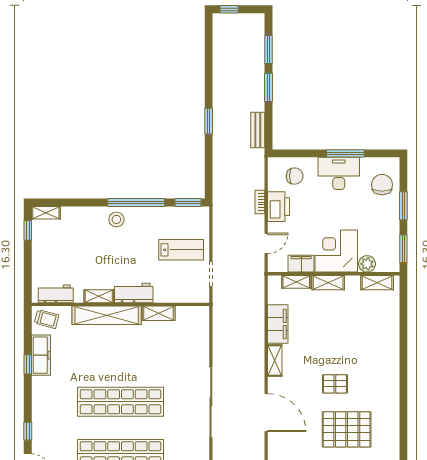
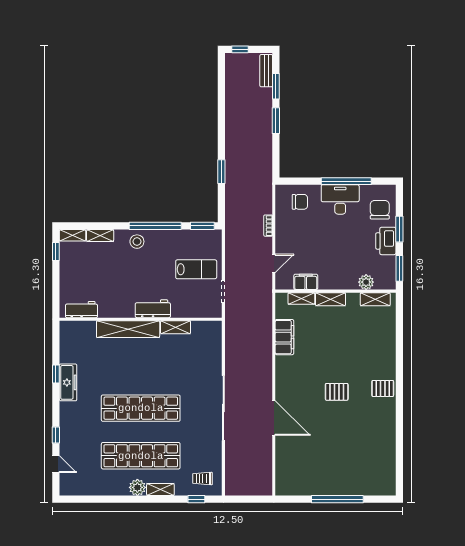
window: (209, 121) -> (221, 172), moved
bench: (258, 130) -> (266, 71), moved
window: (345, 153) -> (346, 181), width x1.46
printer: (278, 207) -> (386, 241), moved, turned 180
corner desk: (336, 251) -> (338, 270), removed
shelving: (99, 296) -> (100, 236), moved
trolley: (47, 319) -> (73, 333), removed
freezer: (41, 355) -> (68, 382), moved
shelving: (275, 360) -> (282, 370), removed
pallet: (347, 429) -> (383, 388), moved, width x0.49, depth x0.50

